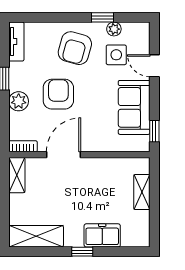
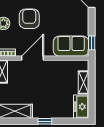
sofa: (134, 107) -> (71, 46), moved, turned 90
freezer: (102, 235) -> (81, 107), moved, turned -90

